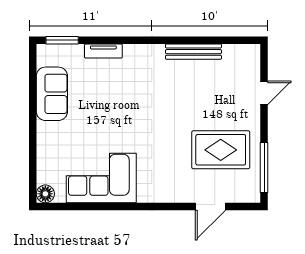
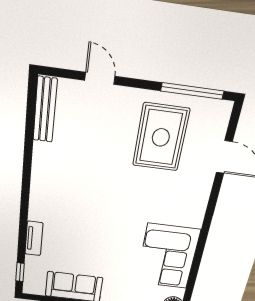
window: (62, 40) -> (20, 272), width x0.67
bench: (193, 52) -> (45, 110), moved

